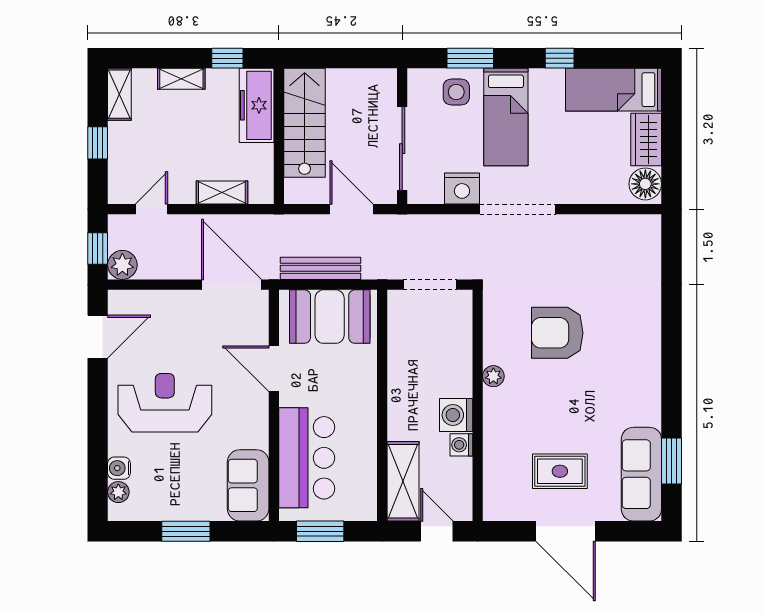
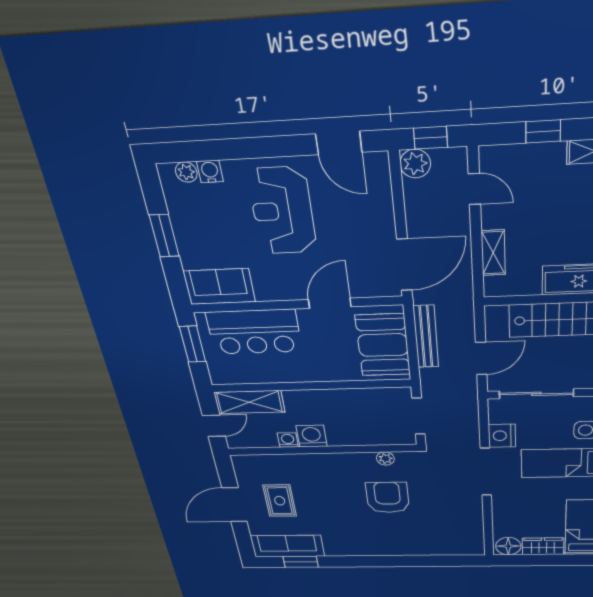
plant: (493, 376) -> (385, 459), moved
reception desk: (165, 403) -> (282, 211), turned 180

